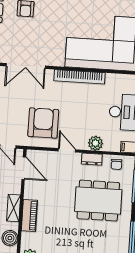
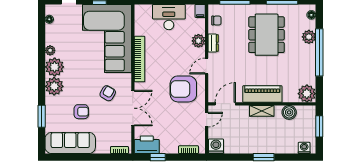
armchair: (44, 39) -> (108, 93), added
dining table: (98, 201) -> (267, 35), moved
piano: (29, 215) -> (262, 94), width x1.37, depth x1.33

